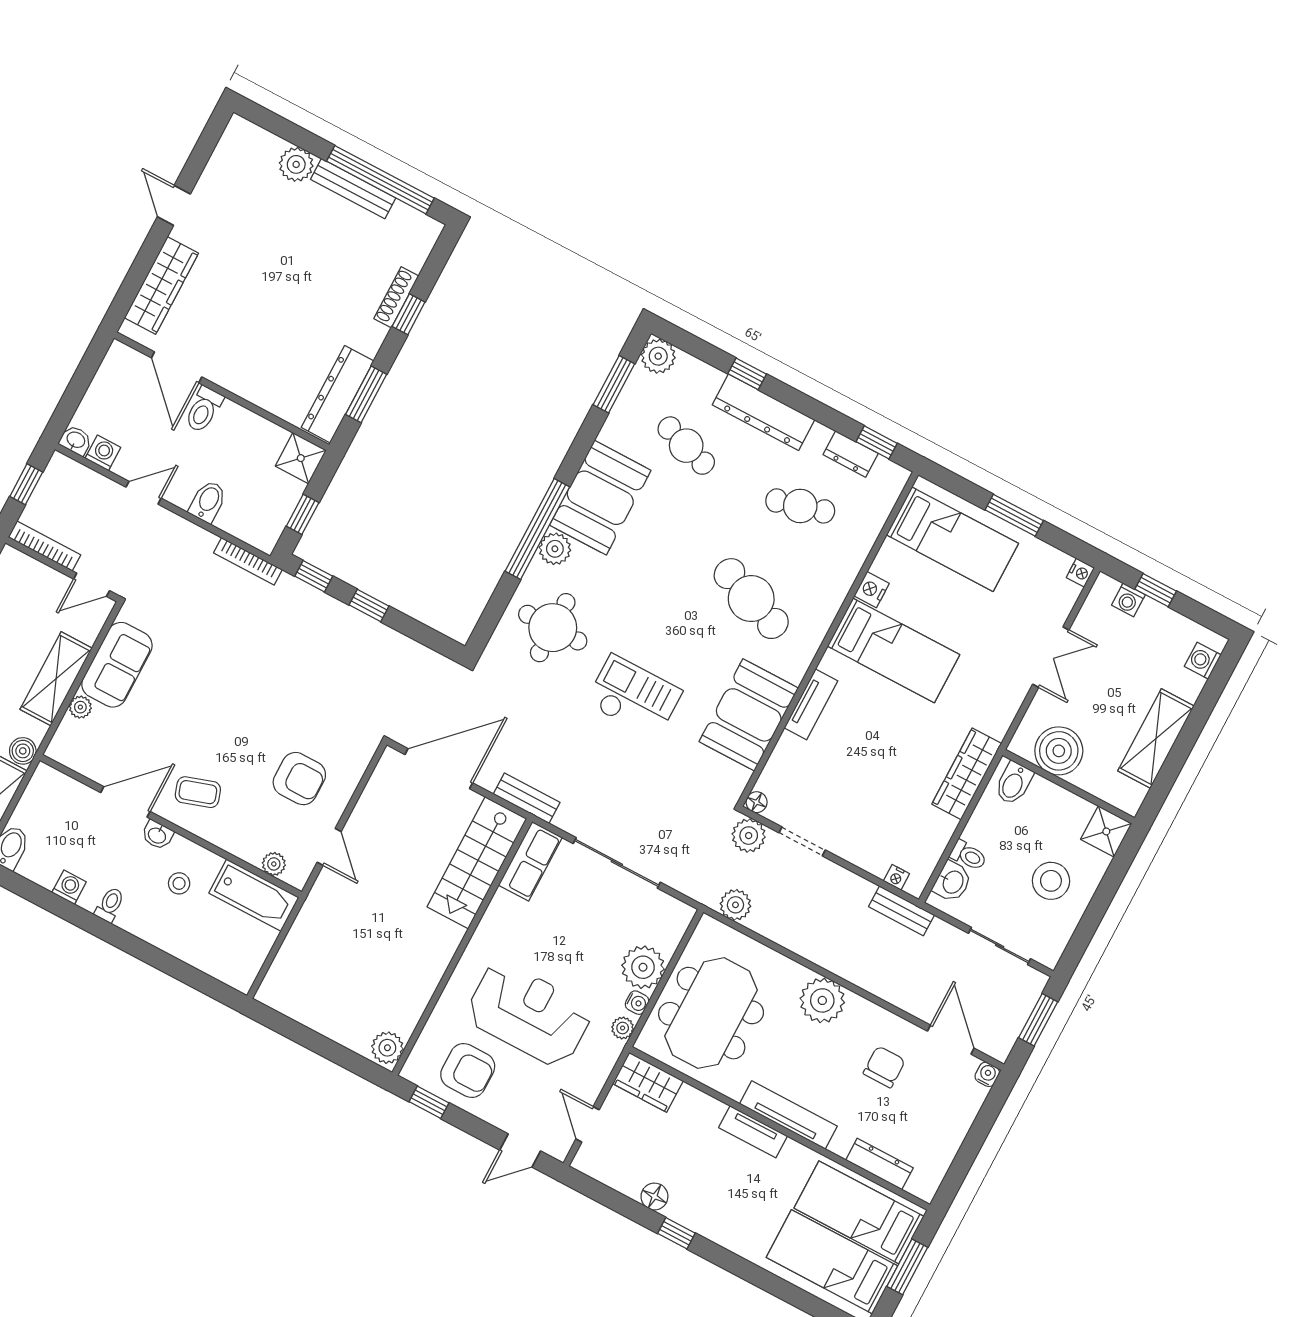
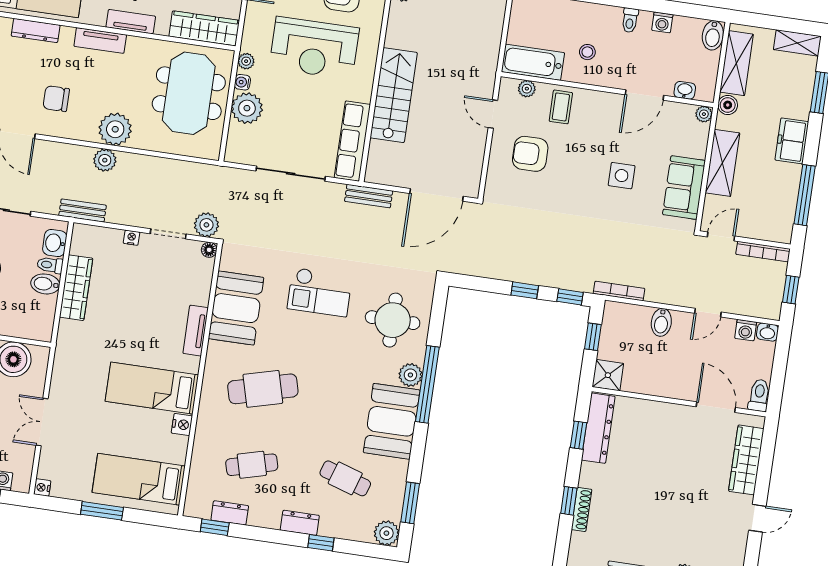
door: (174, 205) -> (757, 518), hinge flipped
window: (366, 394) -> (578, 435), width x0.67
toilet: (204, 409) -> (759, 395), moved
dresser: (764, 412) -> (300, 523), width x0.51, depth x0.80
cafe table: (751, 599) -> (263, 389), turned -36
plant: (80, 707) -> (704, 114), moved
side table: (192, 709) -> (622, 176), added
wardrobe: (967, 774) -> (76, 288), moved
bidet: (1014, 783) -> (45, 284), moved, turned -90
coffee table: (198, 792) -> (561, 107), moved, turned -72
washbasin: (157, 835) -> (685, 90), moved
row of seats: (530, 861) -> (352, 141), width x1.48
stairs: (477, 863) -> (394, 95), moved
nightstand: (896, 877) -> (132, 238), moved
plant: (735, 905) -> (105, 160), moved
chair: (884, 1067) -> (56, 99), turned 90
wardrobe: (648, 1082) -> (204, 28), width x1.50
tv unit: (788, 1115) -> (100, 40), width x0.71

